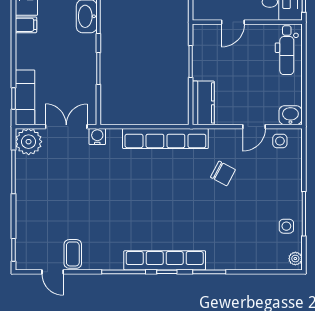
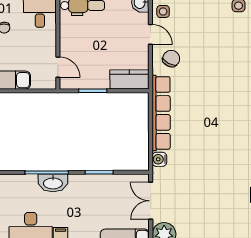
door: (233, 22) -> (58, 67), moved
water cooler: (97, 137) -> (159, 159), moved
chair: (223, 173) -> (171, 59), moved

